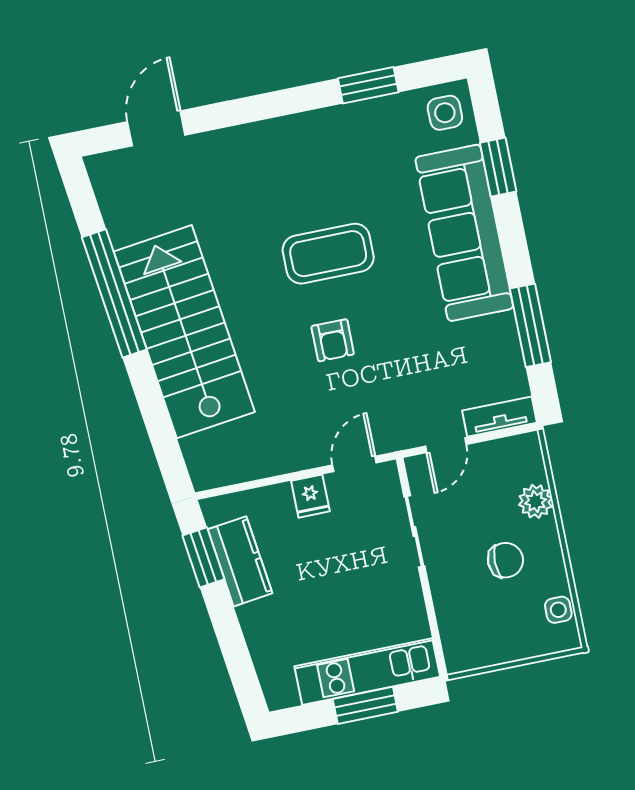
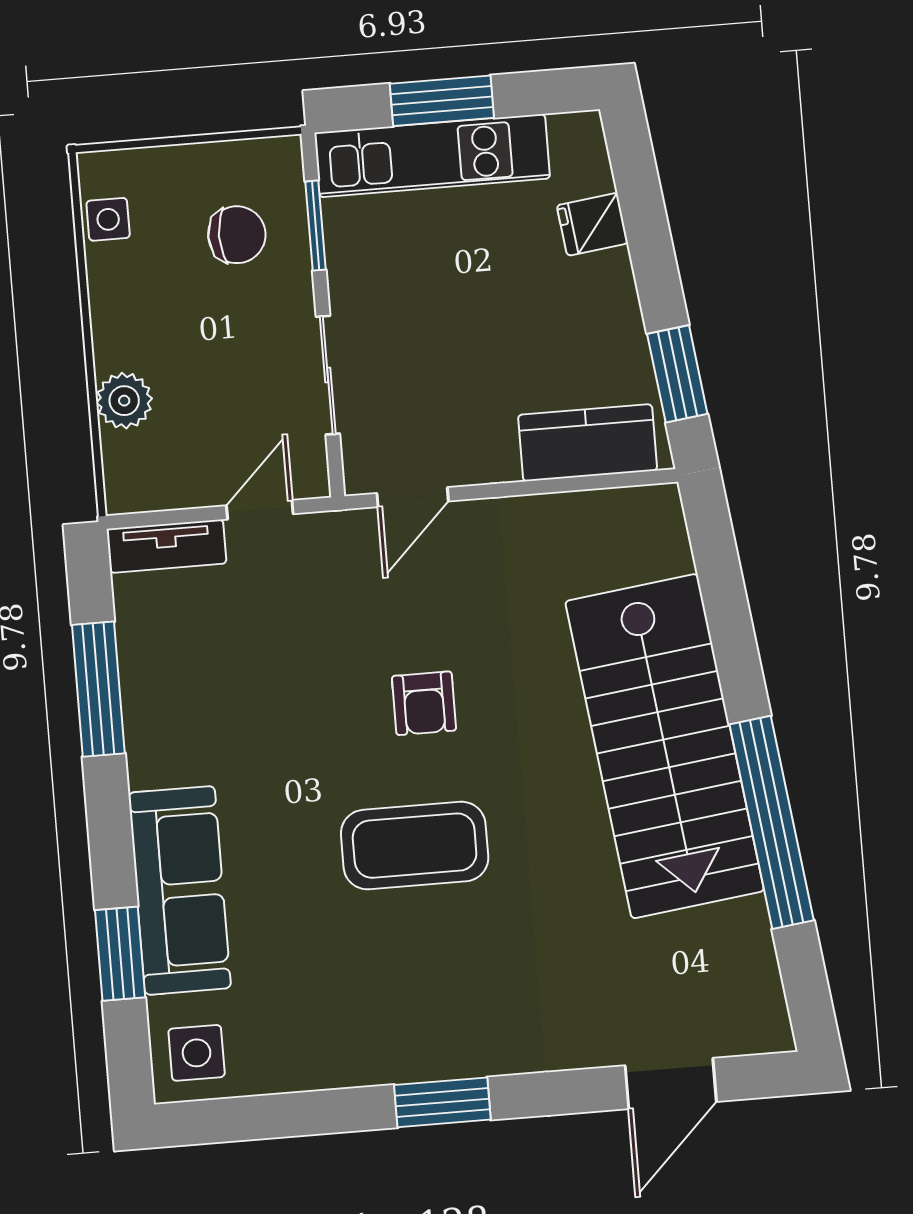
window: (368, 85) -> (442, 1102), moved
sofa: (464, 233) -> (180, 890), width x0.74, depth x0.79
armchair: (333, 340) -> (424, 703), turned 180
fridge: (310, 496) -> (592, 224), moved, turned -97
chair: (505, 560) -> (237, 235), moved, turned 180
kitchen counter: (240, 561) -> (588, 443), moved, turned 97
window: (433, 621) -> (315, 226), added

